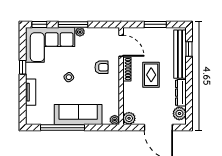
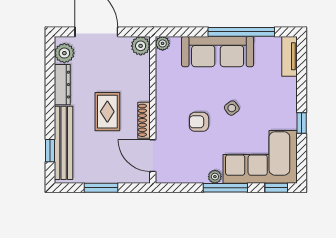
armchair: (102, 67) -> (199, 122), moved
tv unit: (31, 92) -> (290, 56), moved

